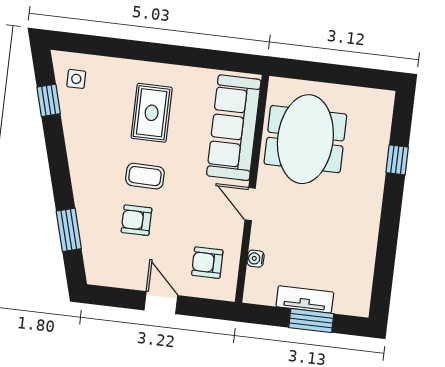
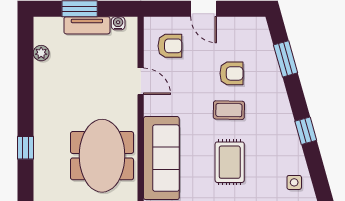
window: (49, 100) -> (306, 131), moved
door: (250, 204) -> (141, 81), moved
water cooler: (256, 259) -> (118, 23), moved, turned -90
plant: (364, 272) -> (41, 53), added

